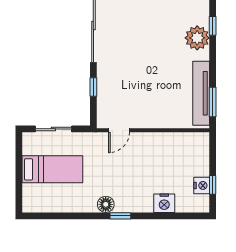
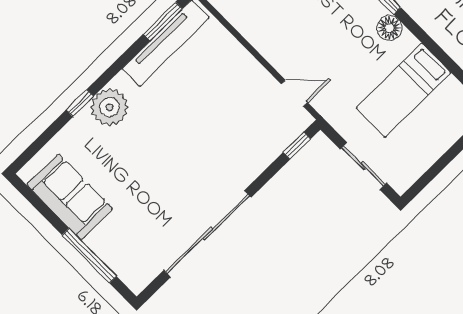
window: (93, 87) -> (297, 146), moved
bed: (52, 169) -> (403, 90), moved, turned -90

